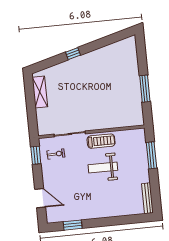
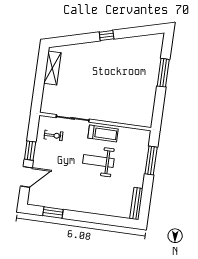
window: (73, 54) -> (107, 36), moved
window: (145, 89) -> (163, 73), moved
window: (36, 155) -> (30, 151), moved
door: (40, 198) -> (26, 177), hinge flipped

